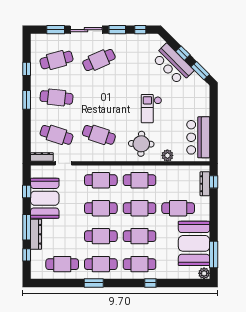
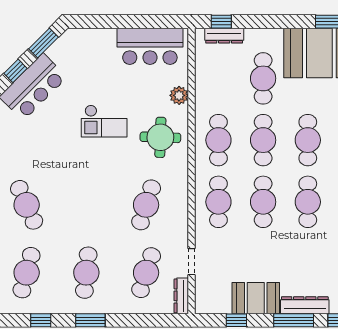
cafe table: (56, 60) -> (27, 273), turned 30
booth: (45, 198) -> (256, 298), width x0.73, depth x0.70

